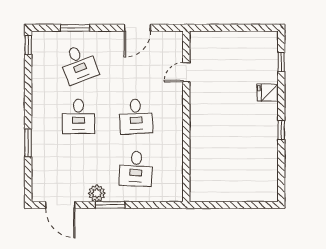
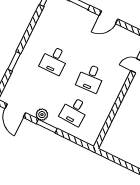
door: (137, 28) -> (109, 17), moved
desk: (79, 64) -> (70, 27), removed

